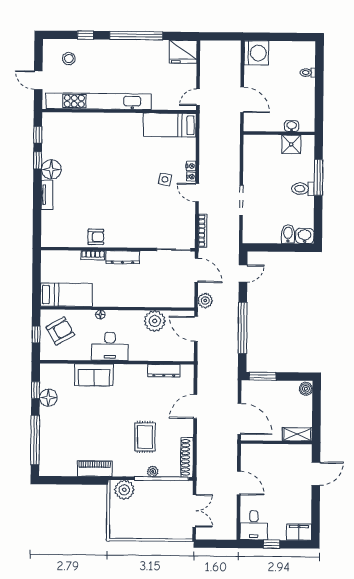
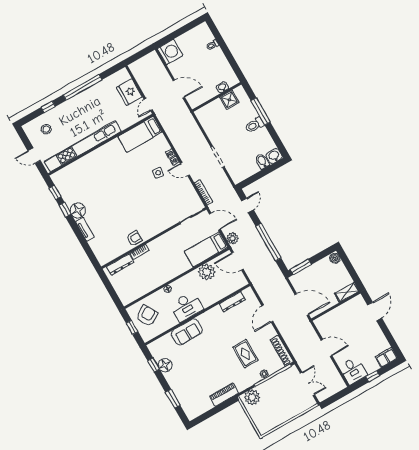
fridge: (183, 52) -> (129, 92), moved, turned 90
dresser: (123, 257) -> (120, 265), moved
bed: (66, 295) -> (206, 249), moved, turned 180
window: (35, 440) -> (173, 399), width x0.47

